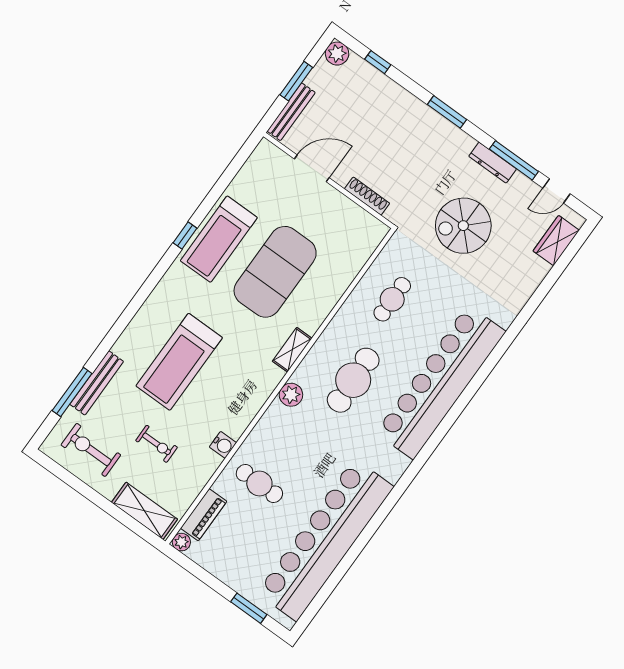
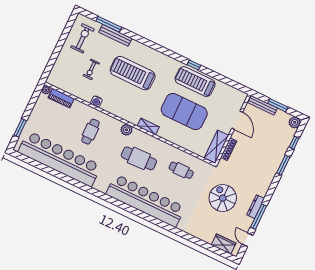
window: (447, 112) -> (283, 165), moved
cafe table: (259, 484) -> (90, 132), moved
shelving: (144, 511) -> (216, 147), moved

